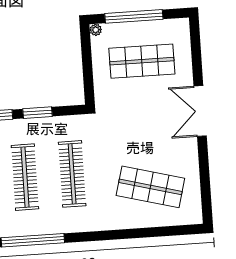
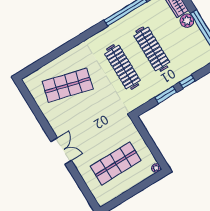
window: (134, 16) -> (136, 190), removed
double door: (200, 111) -> (61, 151), width x0.73

